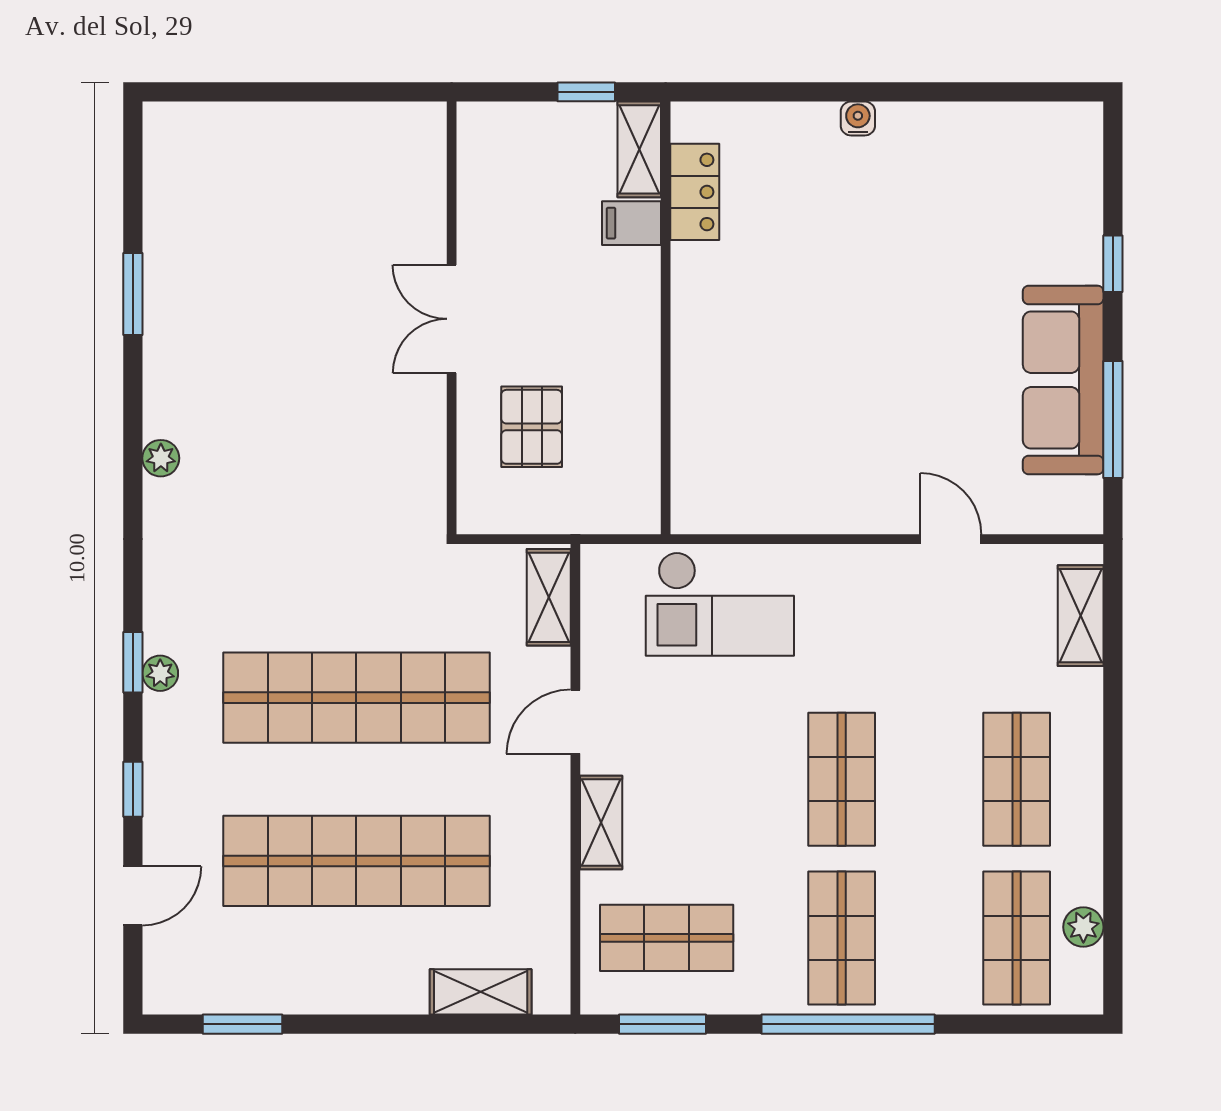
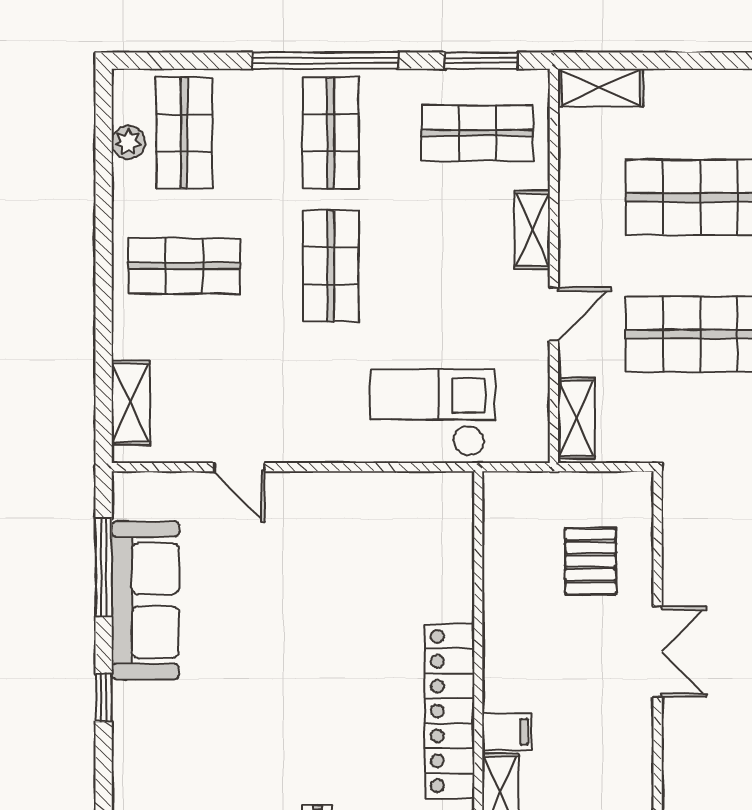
locker: (695, 192) -> (450, 711), width x2.16, depth x1.21
shop shelf: (1017, 779) -> (184, 266), turned 90
shelving: (481, 992) -> (600, 88), moved

